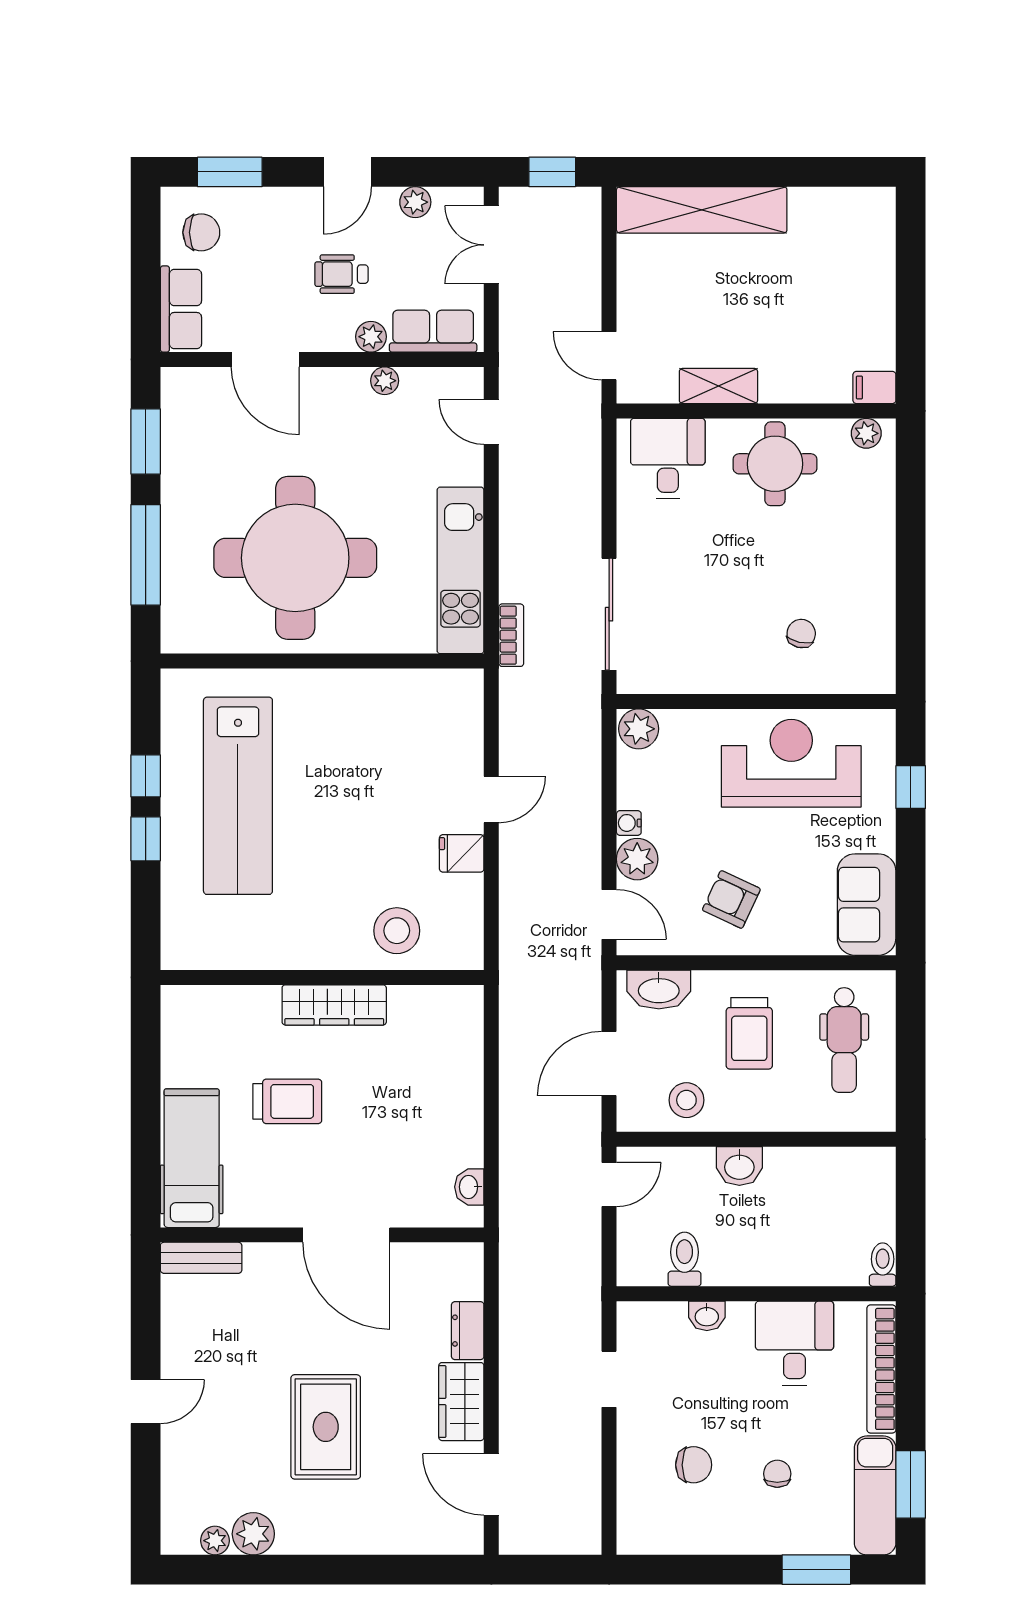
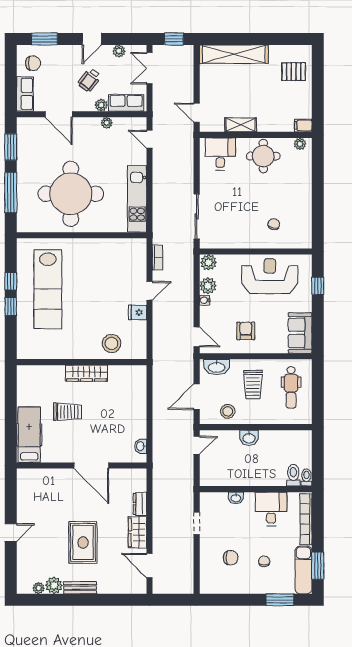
pallet: (851, 253) -> (294, 72), added
wheelchair: (341, 274) -> (89, 80), turned -53
bookcase: (511, 635) -> (157, 258), moved
plant: (637, 859) -> (208, 286), moved
armchair: (731, 899) -> (246, 331), turned 65
bench: (201, 1258) -> (80, 588), moved
toilet: (685, 1259) -> (293, 475), moved

